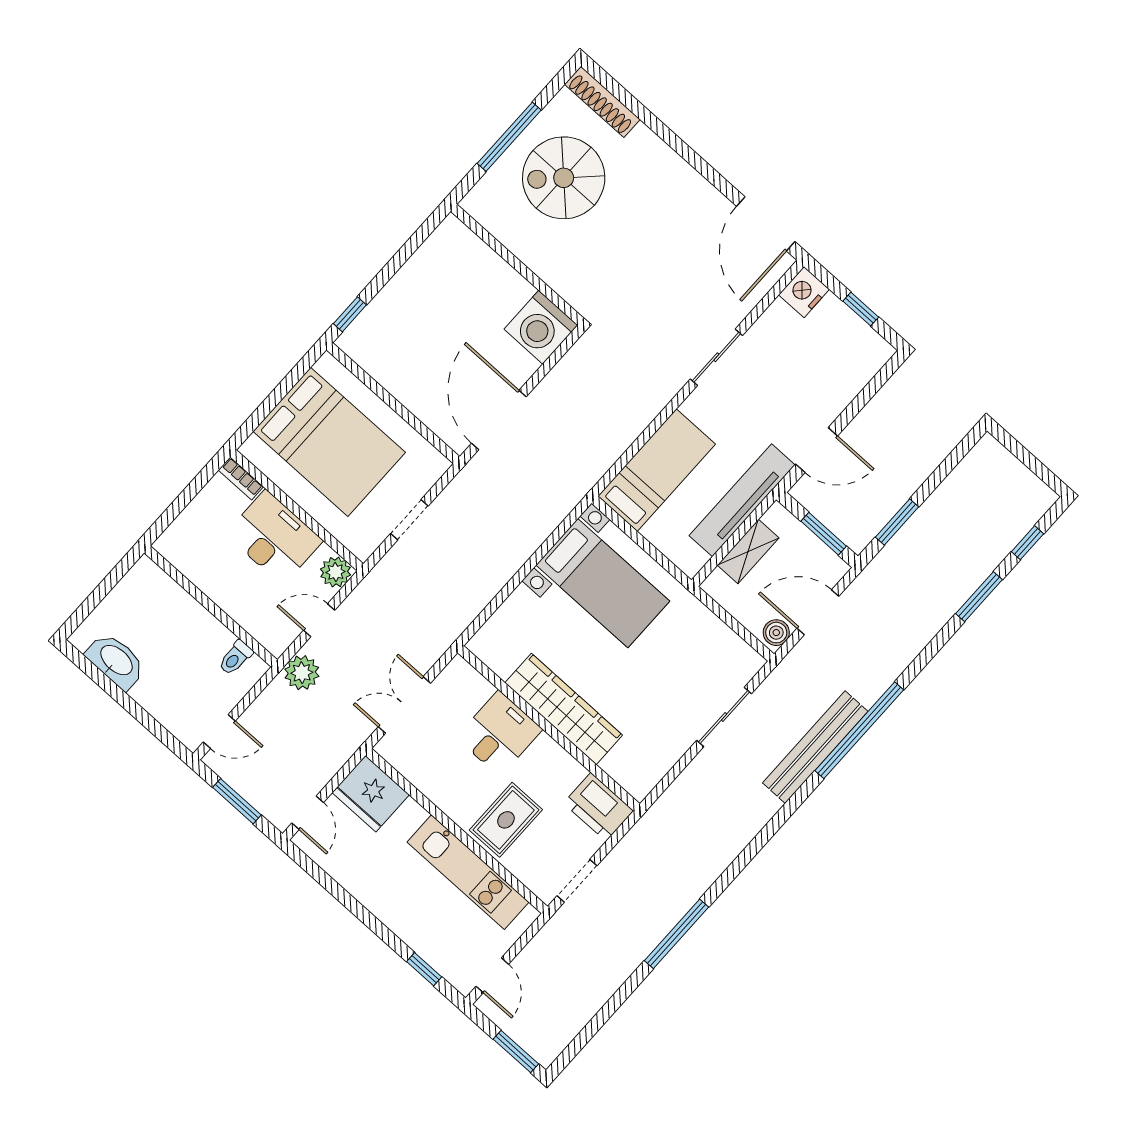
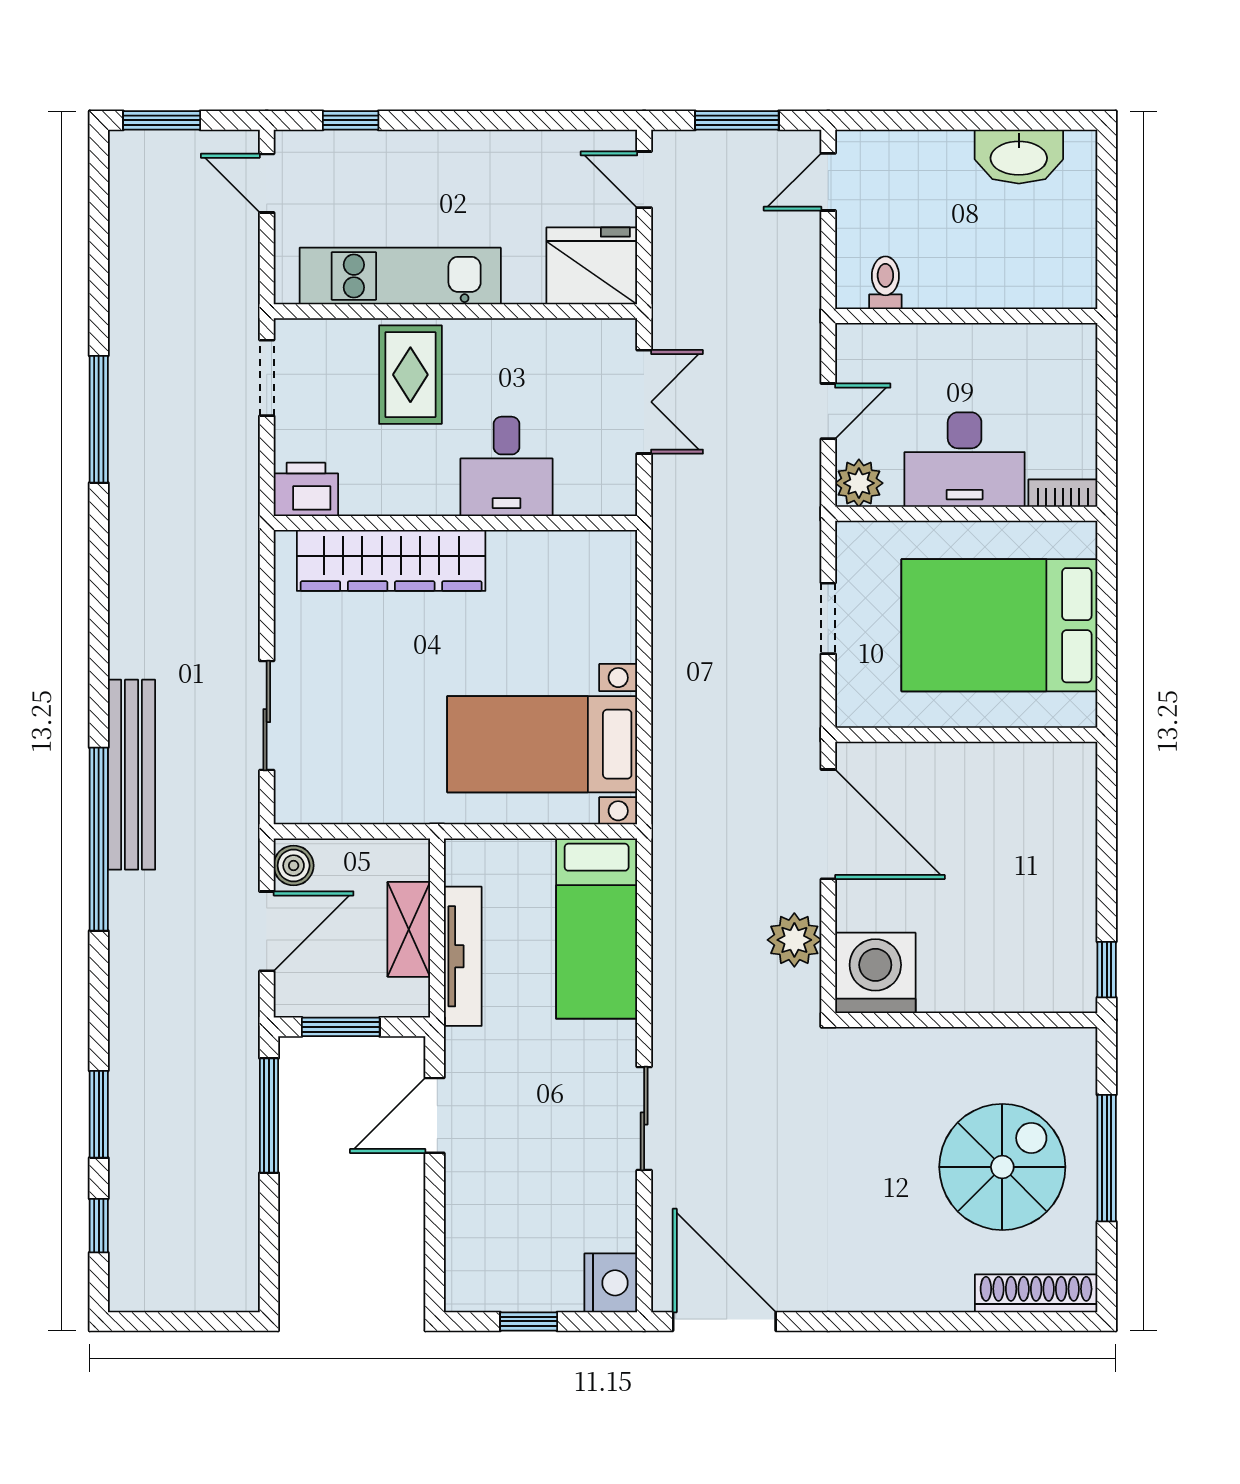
window: (350, 314) -> (1107, 970), moved
tv unit: (742, 500) -> (463, 956), width x0.73, depth x0.78
window: (897, 522) -> (269, 1116), width x1.44
plant: (302, 673) -> (794, 940), moved
wardrobe: (564, 709) -> (391, 560), moved
printer: (598, 807) -> (306, 489), width x0.73, depth x0.84

